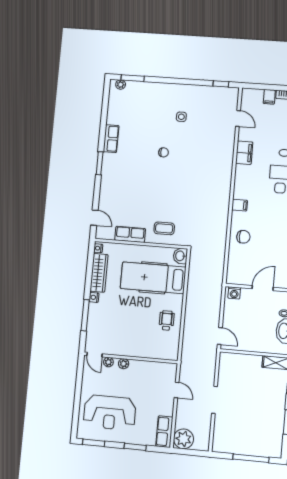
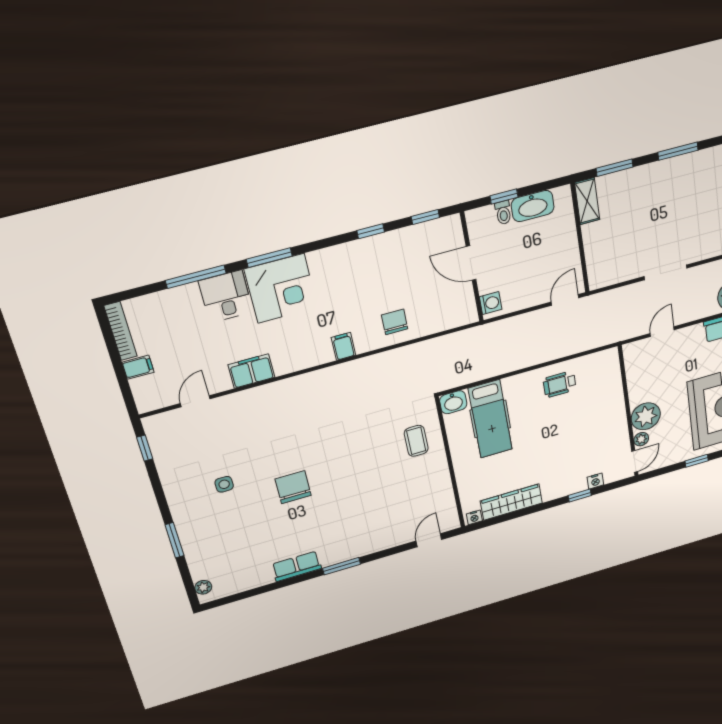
window: (133, 78) -> (174, 540), moved
chair: (164, 152) -> (293, 487), width x1.87, depth x1.87
row of seats: (130, 234) -> (440, 484), removed
hospital bed: (153, 278) -> (490, 419), width x0.73, depth x0.78
nightstand: (94, 297) -> (595, 481), moved
window: (85, 315) -> (580, 496), width x0.46
plant: (124, 364) -> (646, 416), width x1.88, depth x1.88
window: (78, 394) -> (697, 461), added

